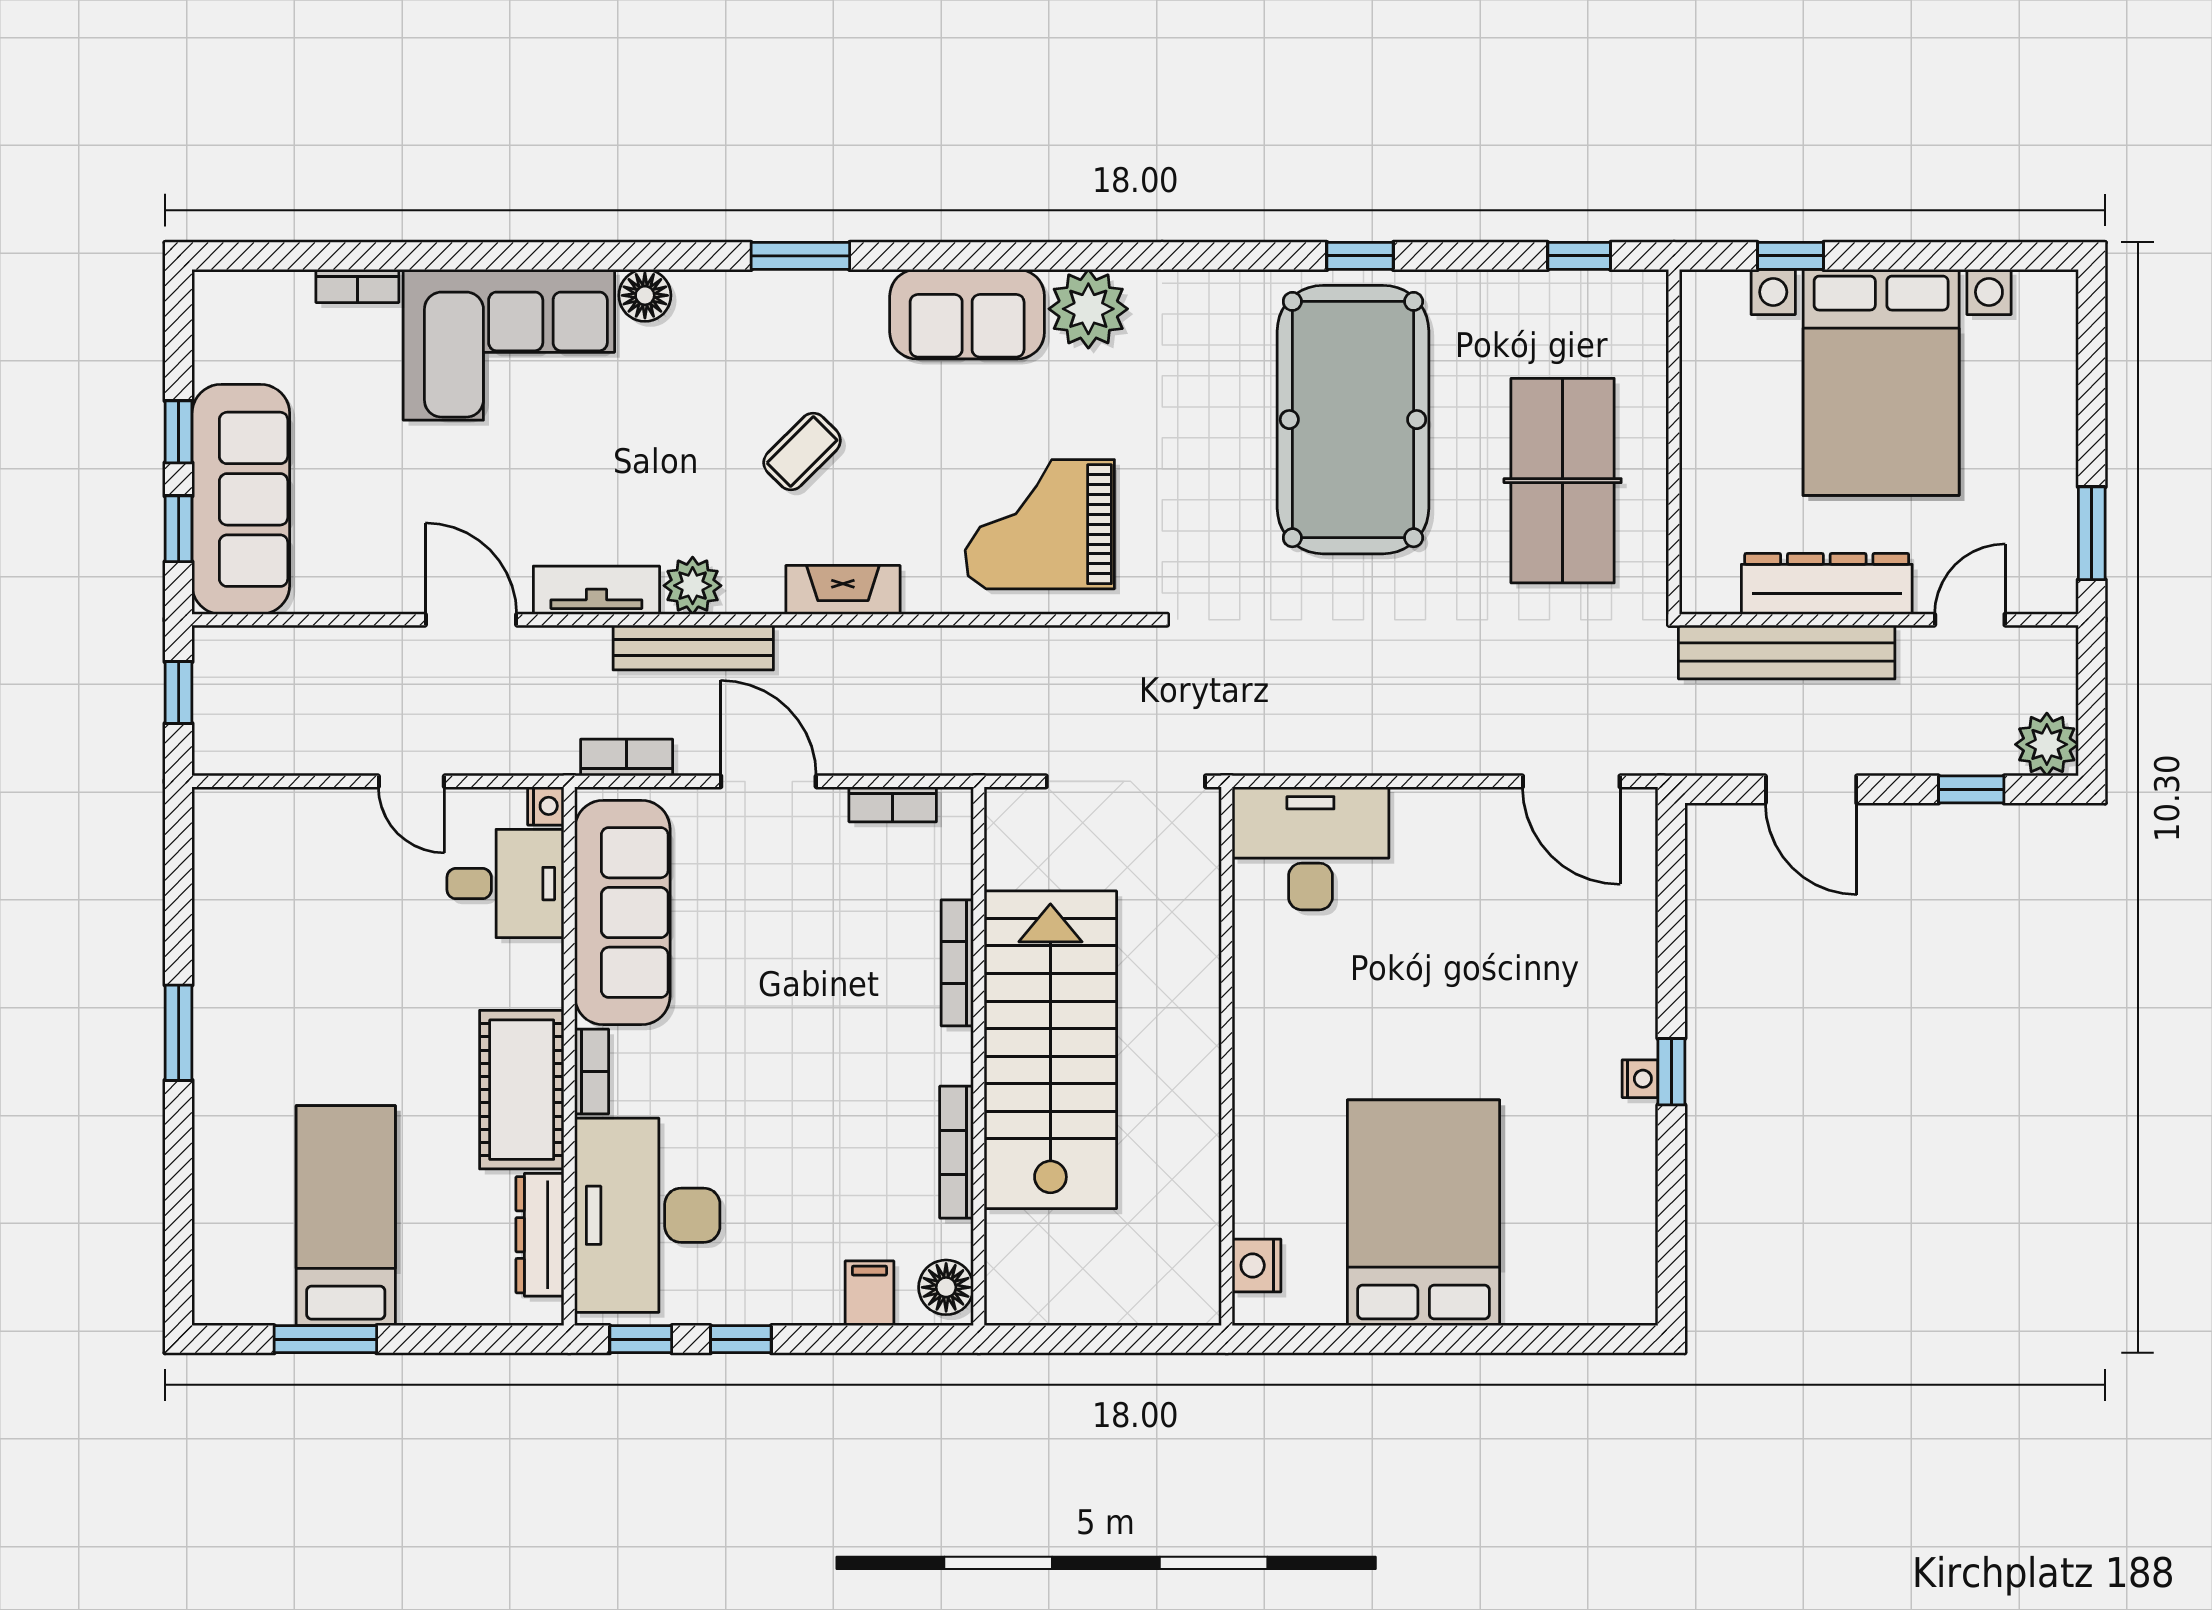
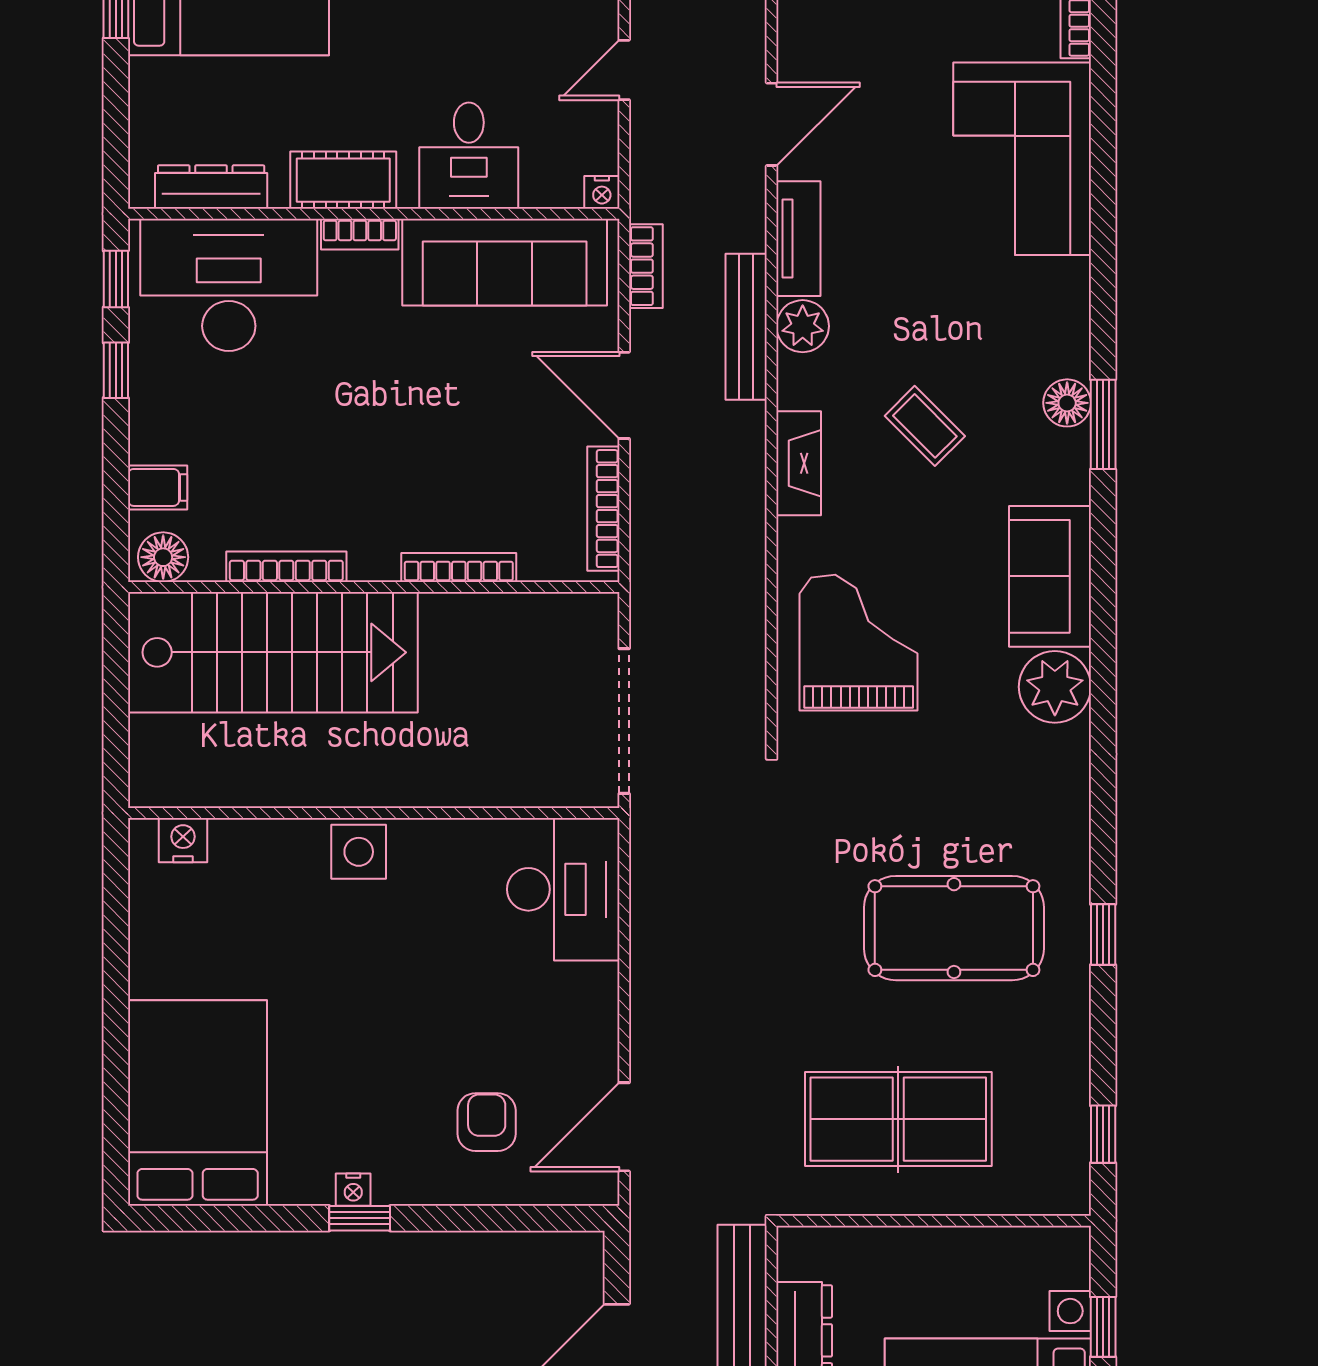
floor lamp: (645, 295) -> (1067, 403), moved
pool table: (1353, 420) -> (954, 928), width x0.73, depth x0.76
door: (768, 781) -> (624, 395), swing flipped
bookcase: (893, 804) -> (603, 509), width x1.56
desk: (505, 884) -> (469, 156), moved
armchair: (1566, 932) -> (487, 1122), added
stairs: (1050, 1050) -> (273, 652), moved
side table: (1269, 1073) -> (359, 852), added
cot: (522, 1090) -> (343, 180), width x0.73, depth x0.75
bed: (1424, 1213) -> (198, 1103), moved, turned -90

